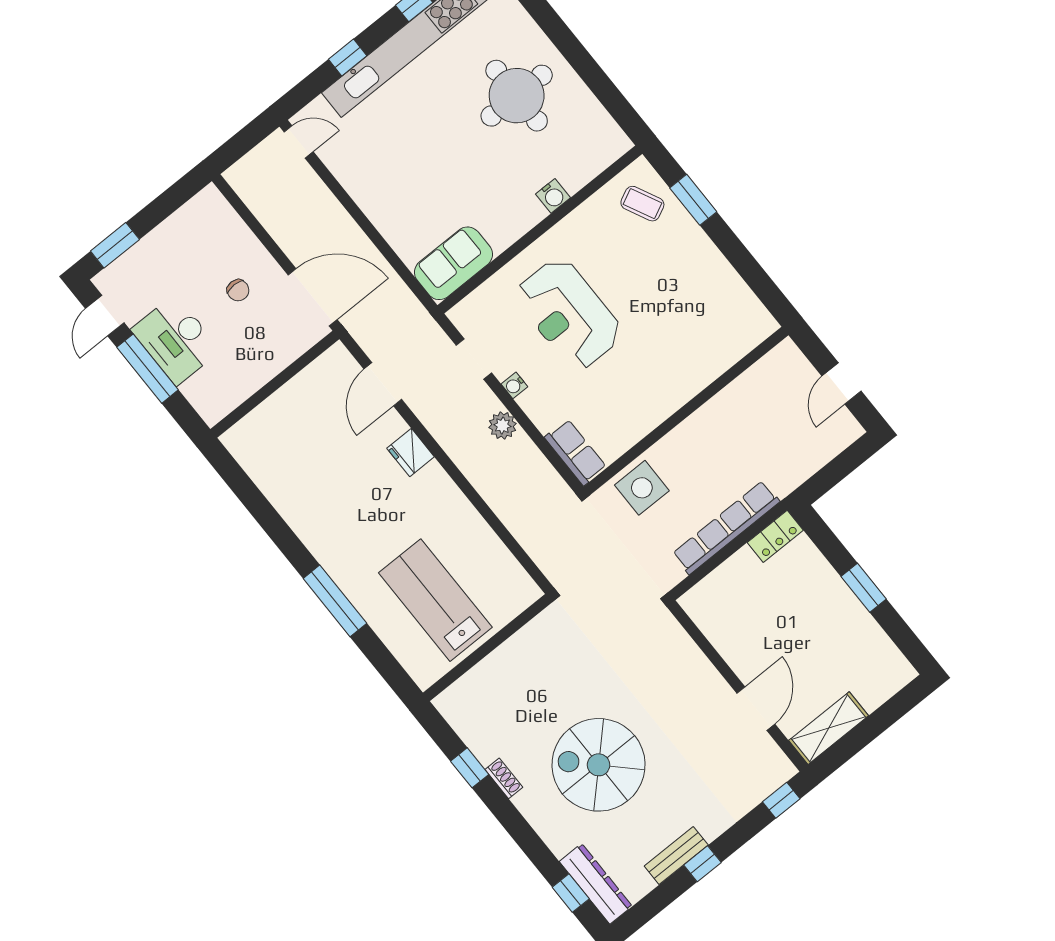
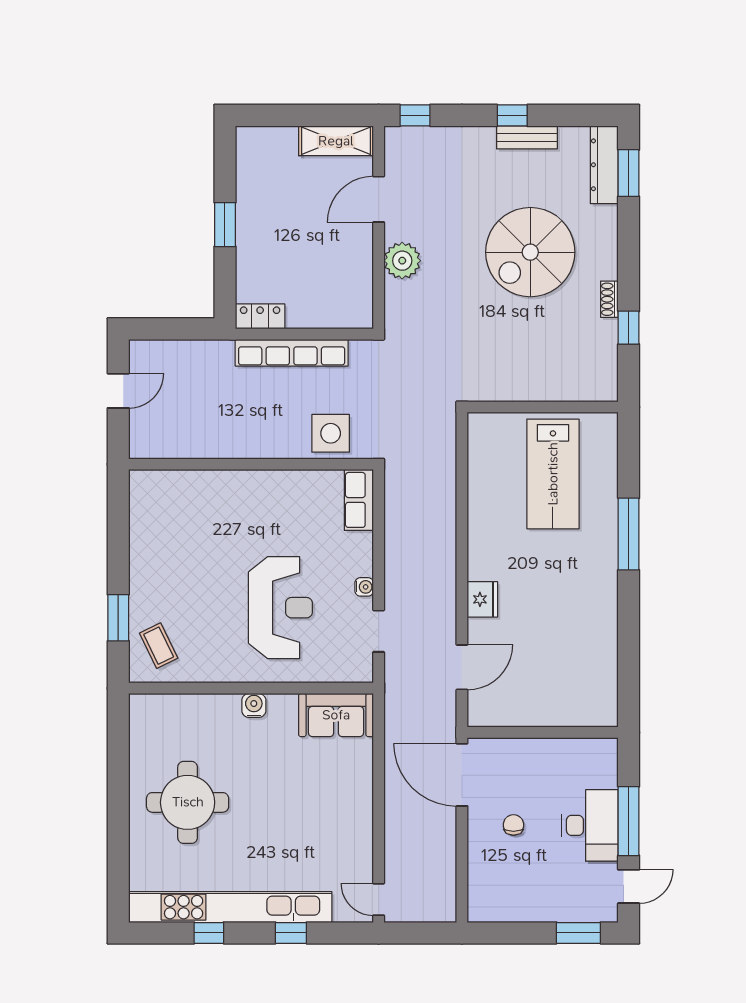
water cooler: (553, 196) -> (254, 705), moved
plant: (502, 426) -> (402, 261), moved, width x1.36, depth x1.36
spiral stairs: (599, 765) -> (530, 252), turned 90
window: (571, 893) -> (629, 173), width x1.50

